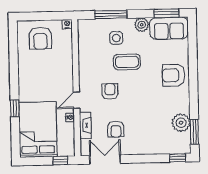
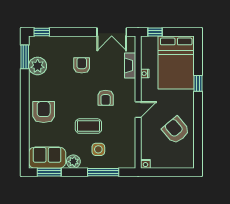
armchair: (40, 38) -> (176, 130), moved, turned -40
armchair: (174, 75) -> (44, 112), turned -90
door: (76, 100) -> (138, 110), moved
armchair: (116, 129) -> (82, 65), moved

